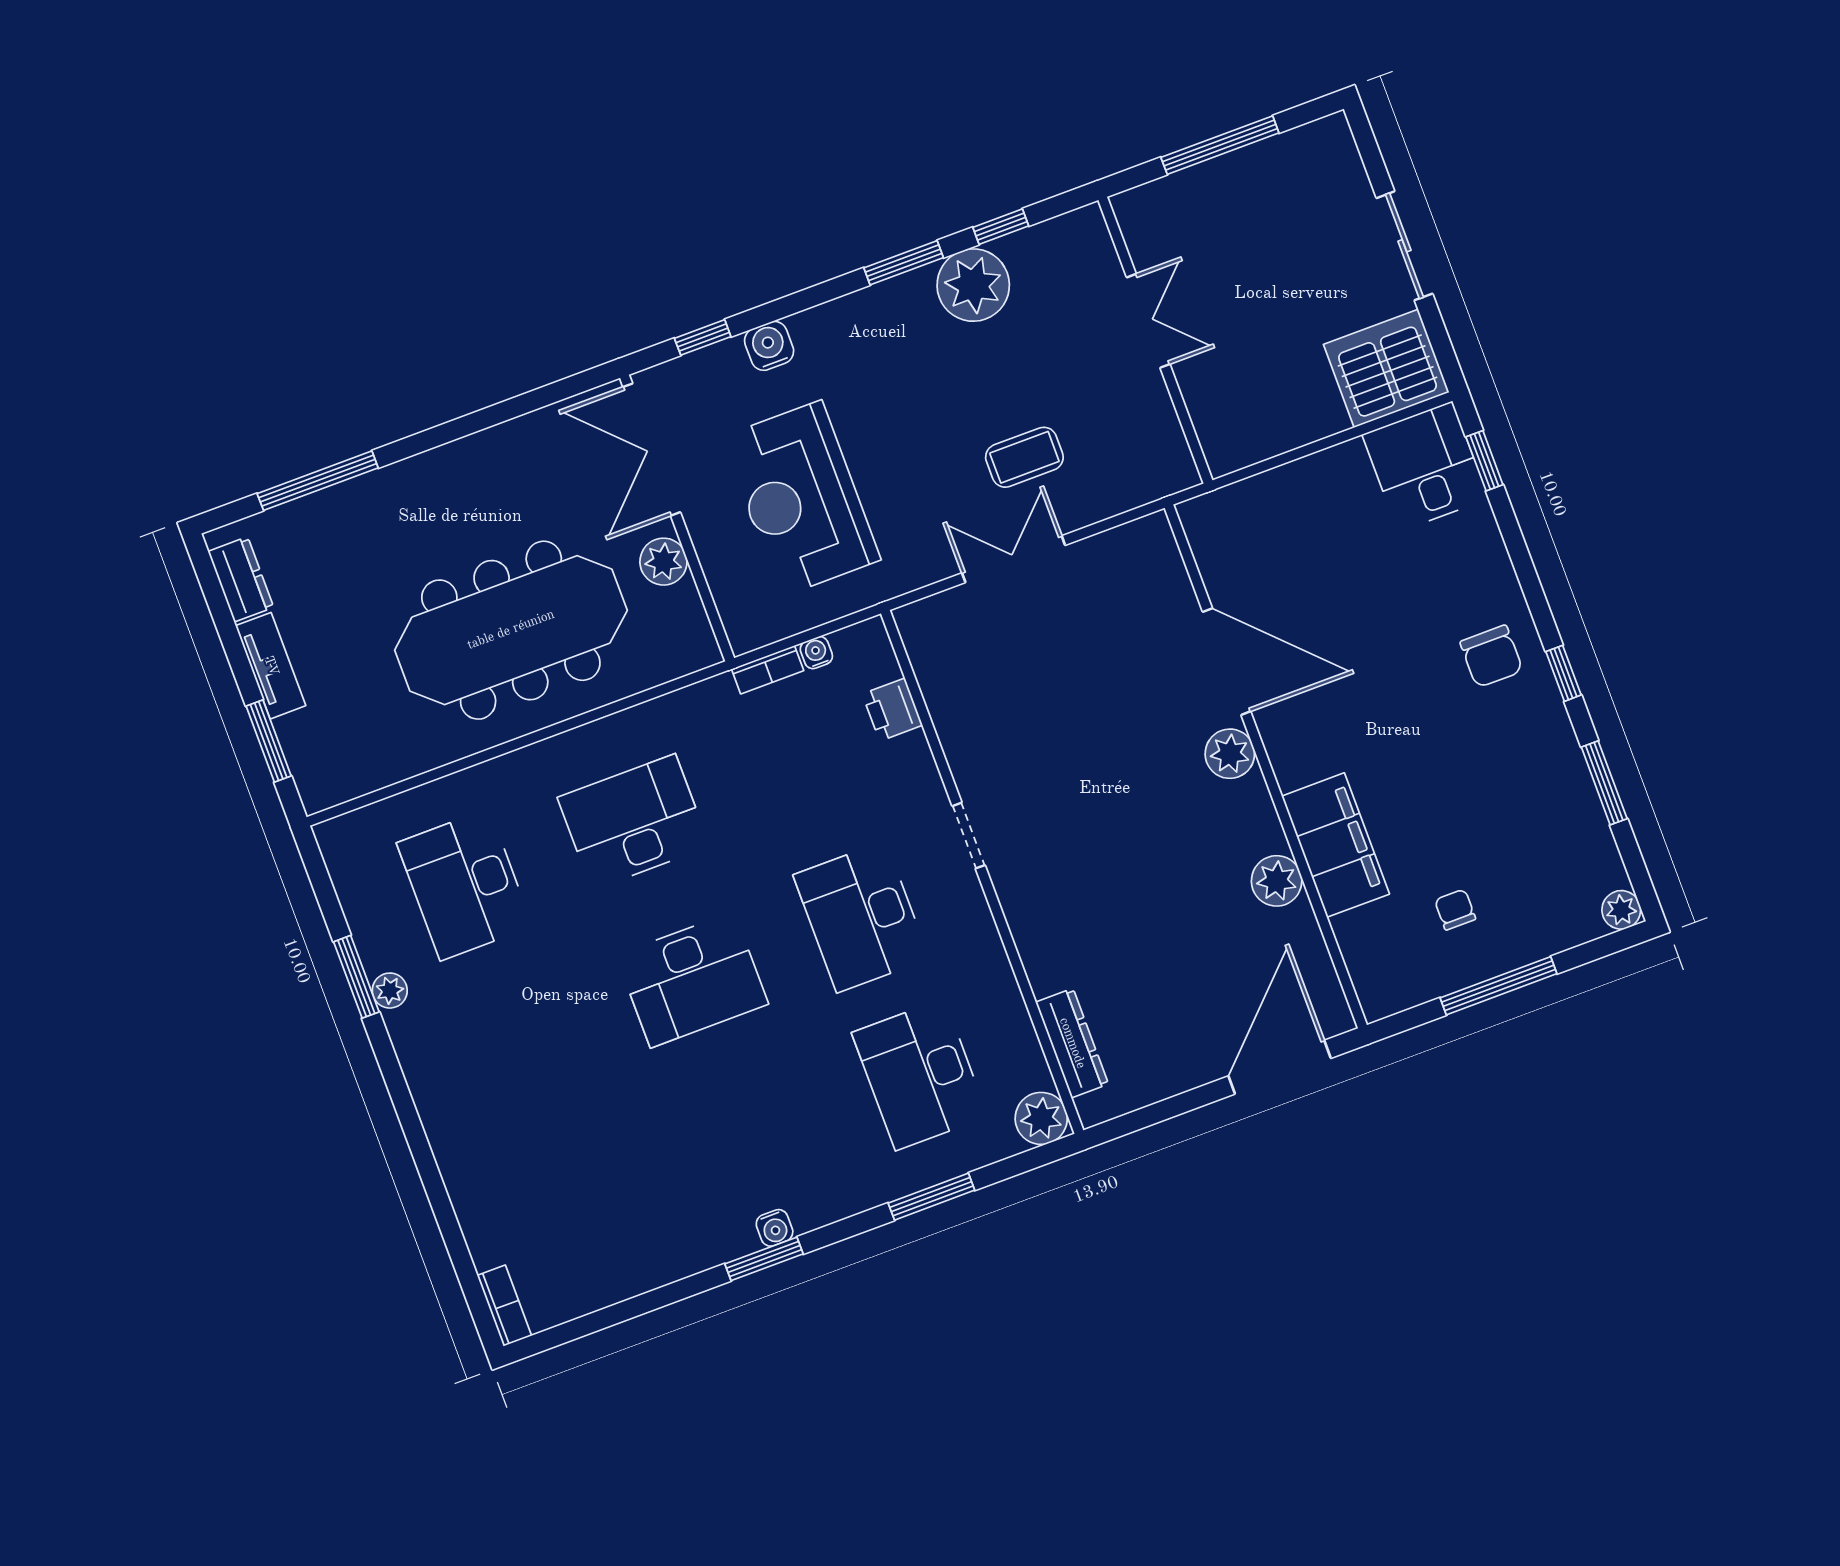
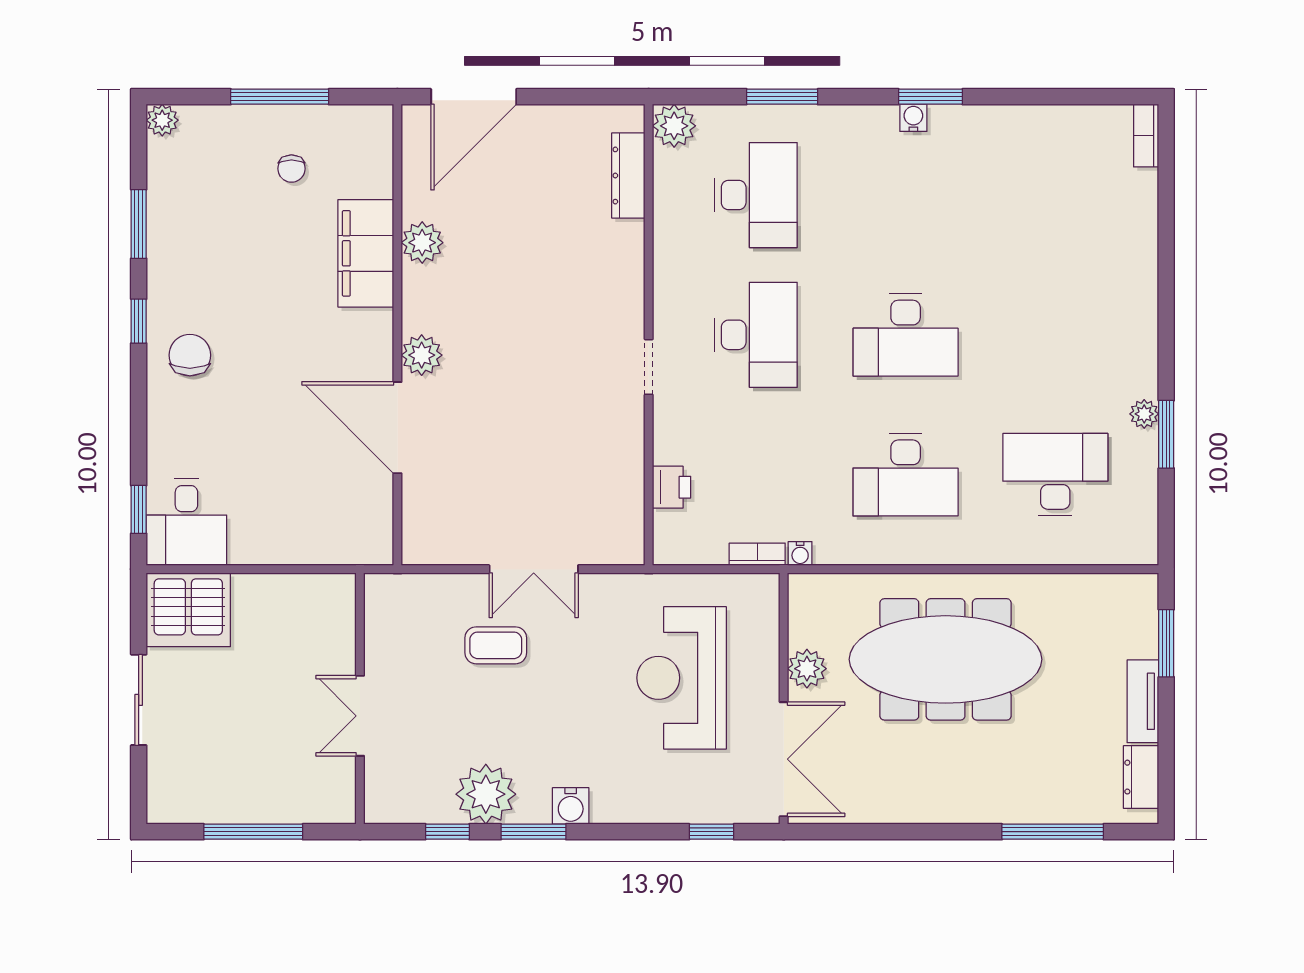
water cooler: (769, 346) -> (571, 806), moved
reception desk: (801, 498) -> (682, 678), turned 180
water cooler: (816, 653) -> (800, 554), moved
desk: (465, 885) -> (1055, 475), turned -90
desk: (692, 980) -> (906, 335), turned 180

